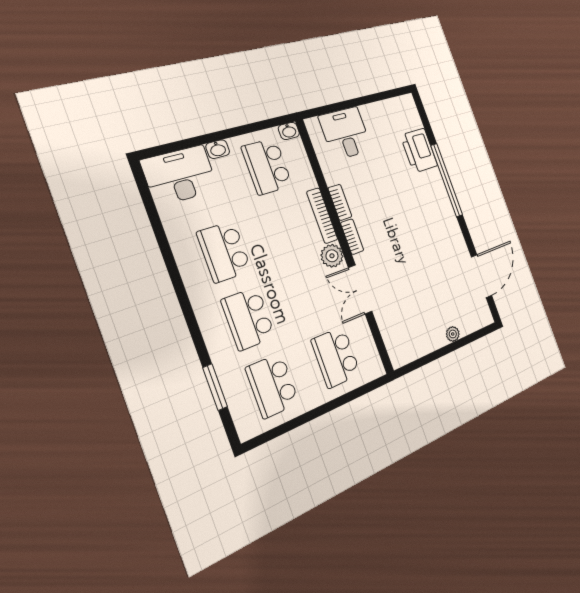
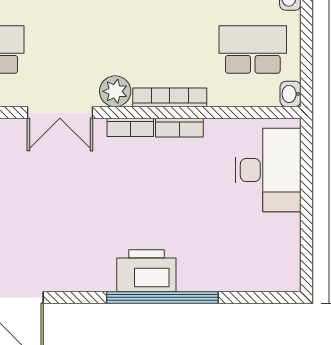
desk: (345, 133) -> (268, 170), width x1.37
printer: (419, 150) -> (146, 271), moved
double door: (360, 289) -> (60, 112), swing flipped

